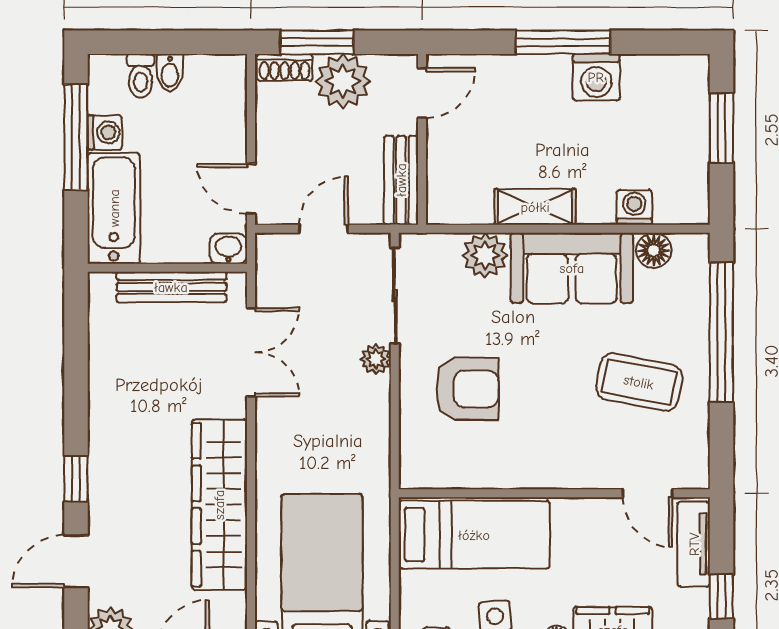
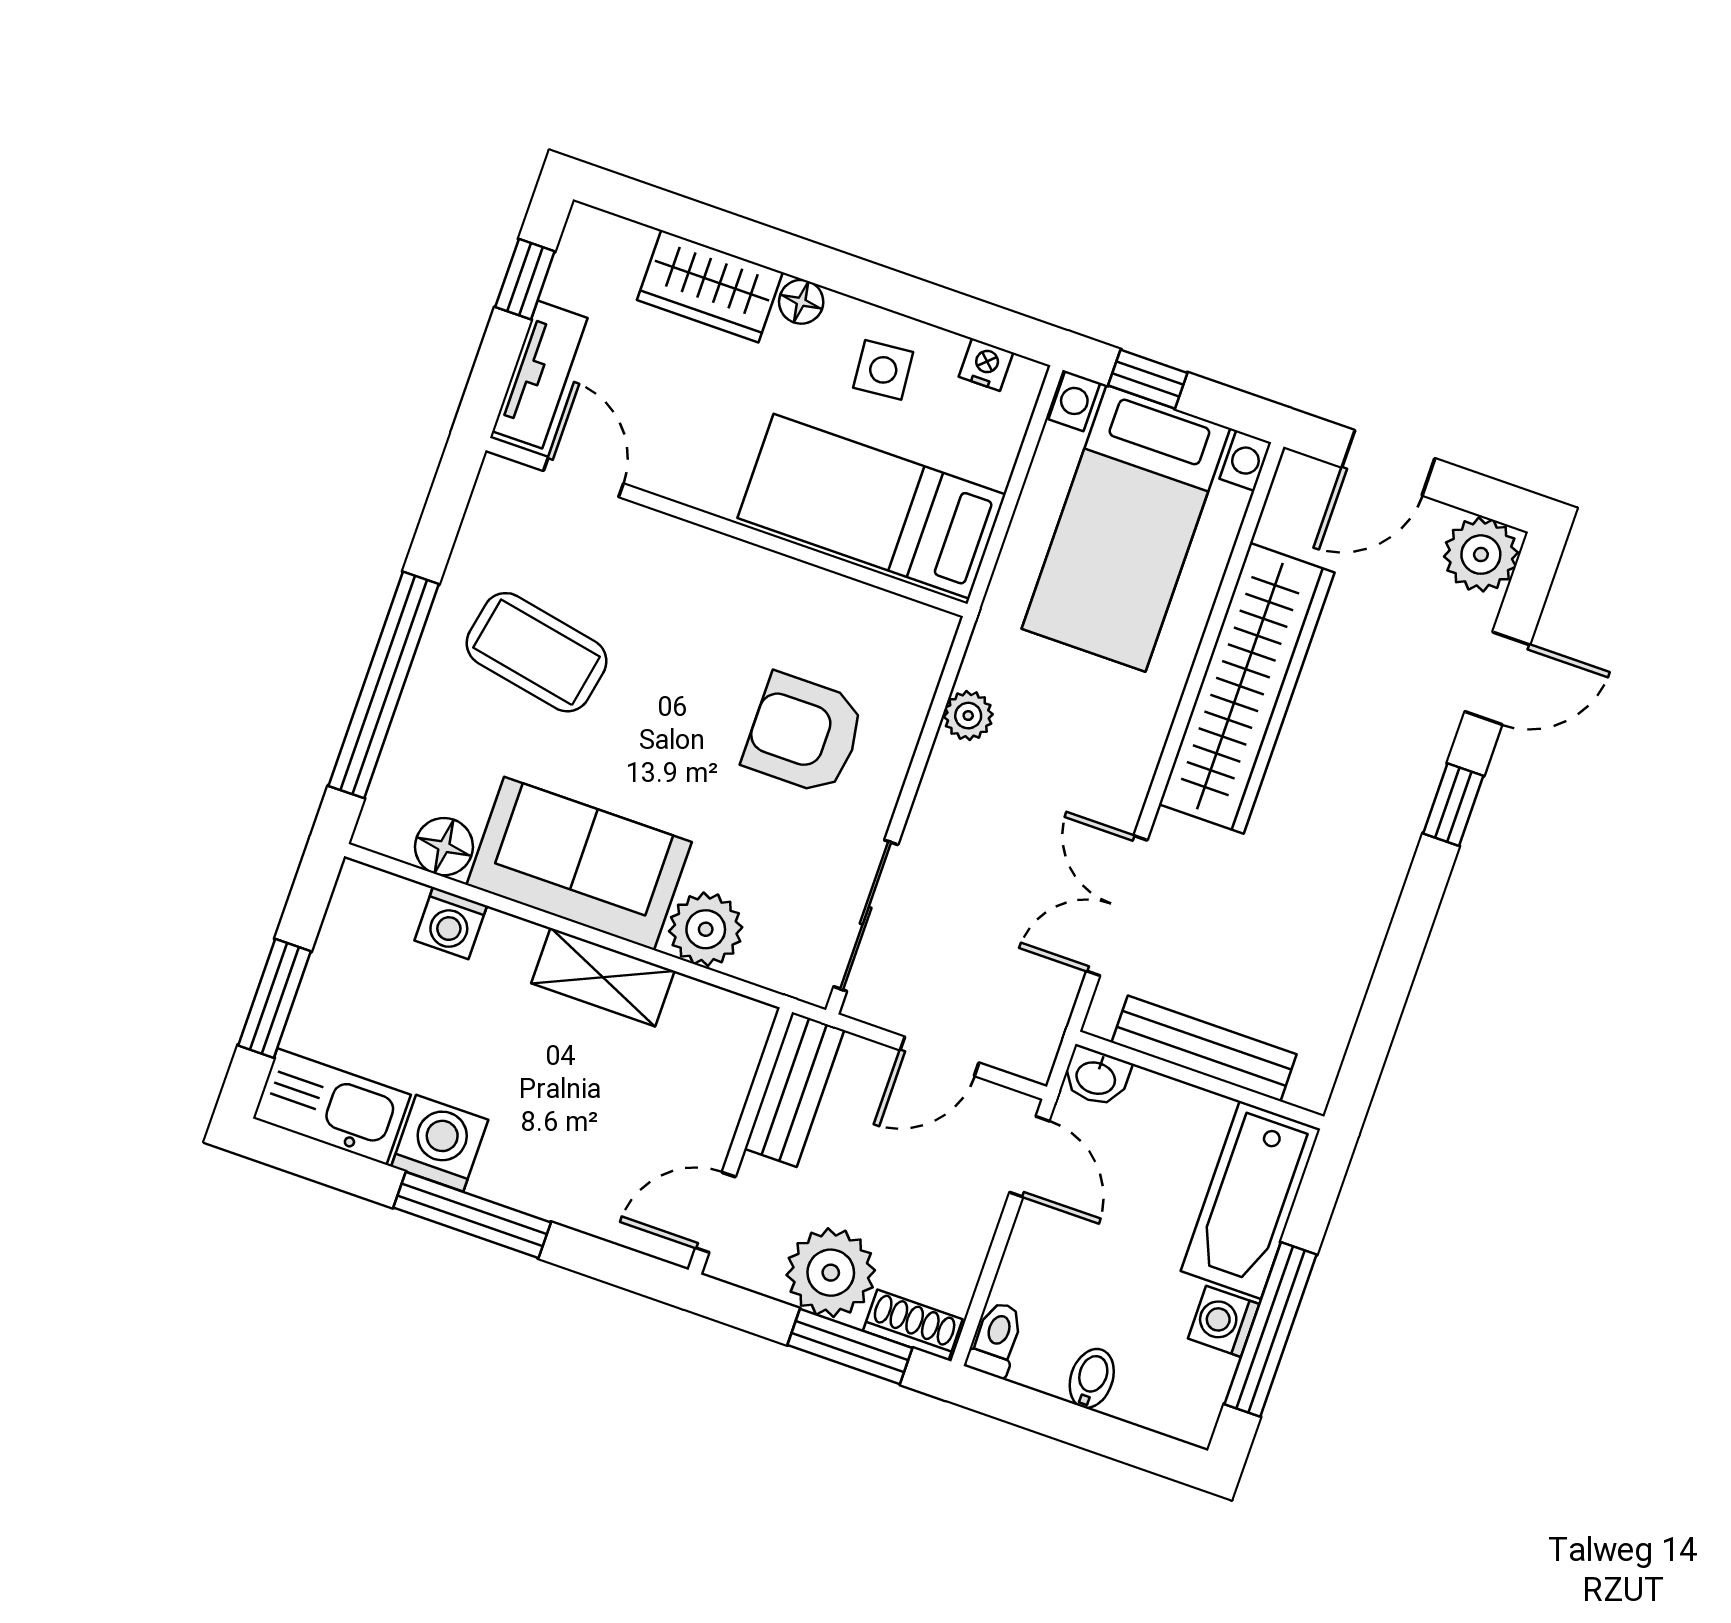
toilet: (141, 76) -> (996, 1339), moved
kitchen sink: (666, 77) -> (332, 1107), added
plant: (376, 359) -> (968, 716), moved

